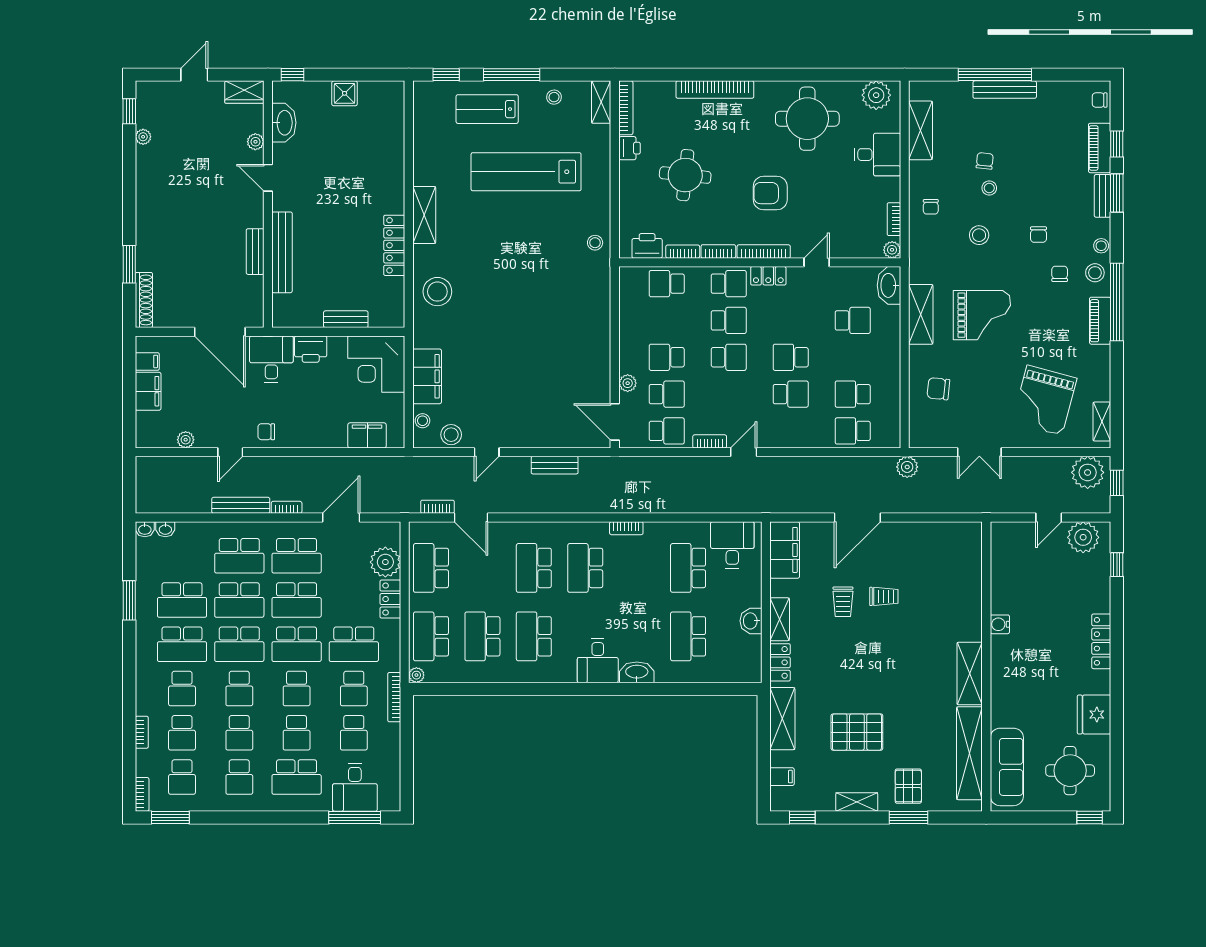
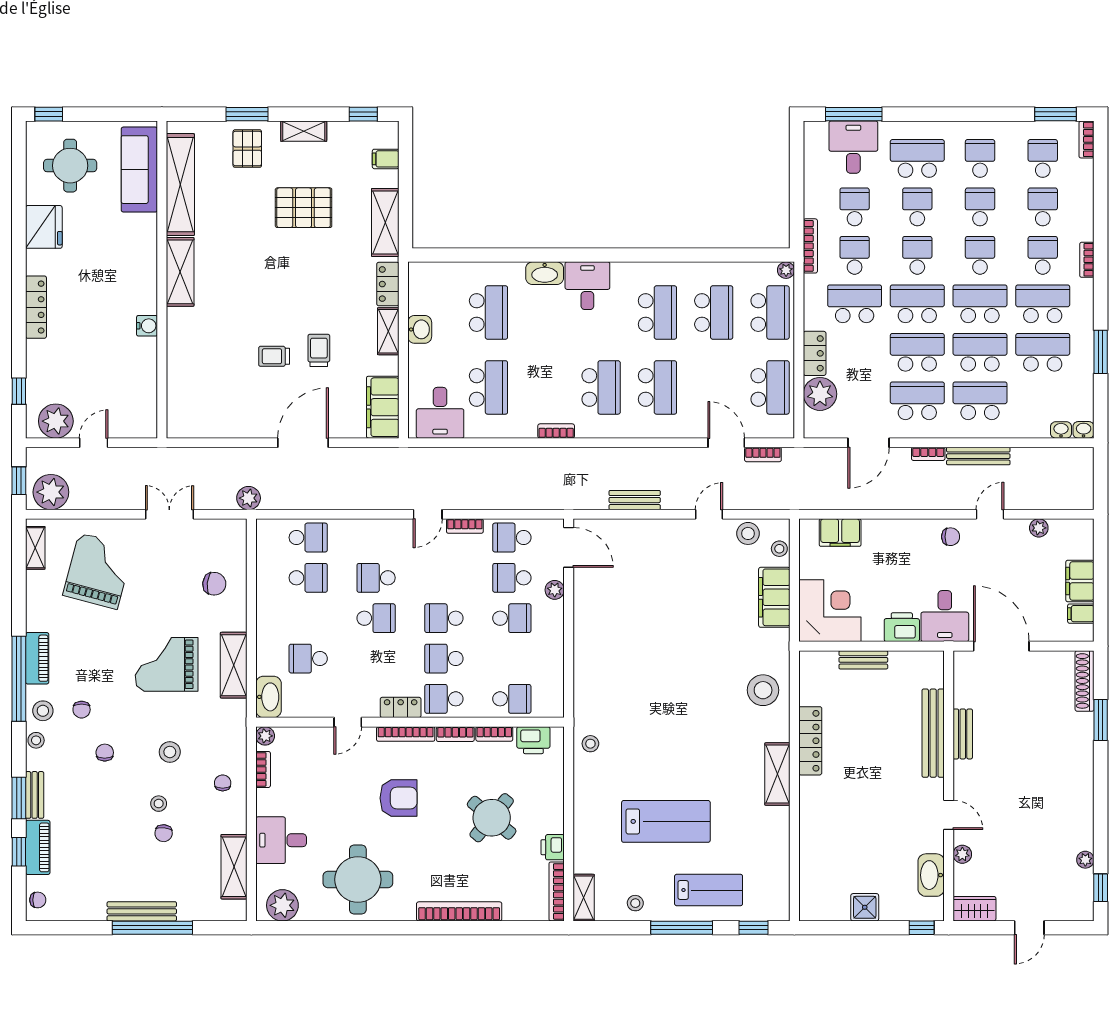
lab bench: (526, 172) -> (666, 821), width x0.73
round table: (685, 175) -> (492, 818), turned 34
bookcase: (142, 732) -> (1087, 260), moved

